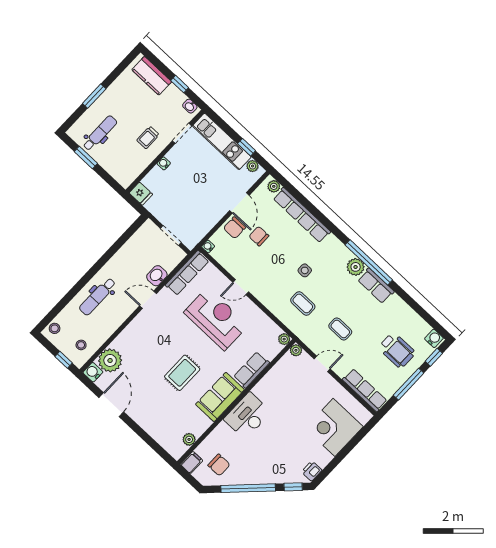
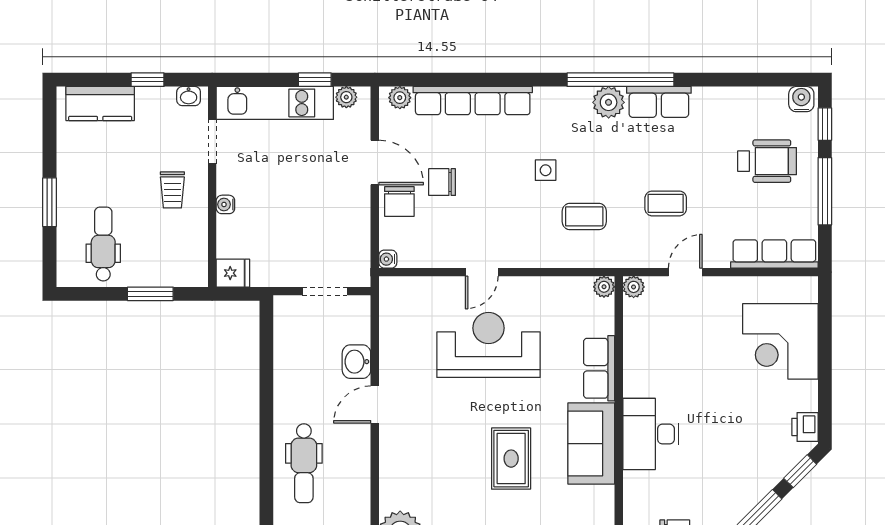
window: (86, 158) -> (150, 294), moved
row of seats: (187, 273) -> (393, 320), removed

